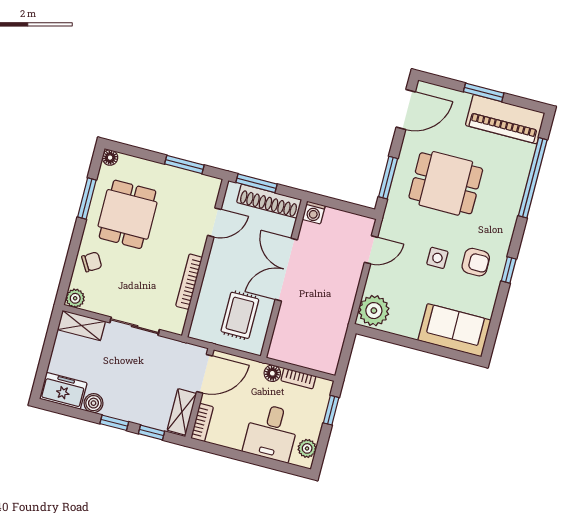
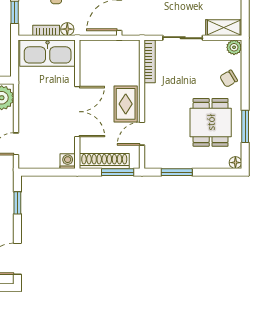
window: (388, 178) -> (17, 203), width x0.67
bookcase: (189, 282) -> (150, 61), moved
rug: (240, 315) -> (126, 104), moved
kitchen sink: (304, 350) -> (48, 53), added

